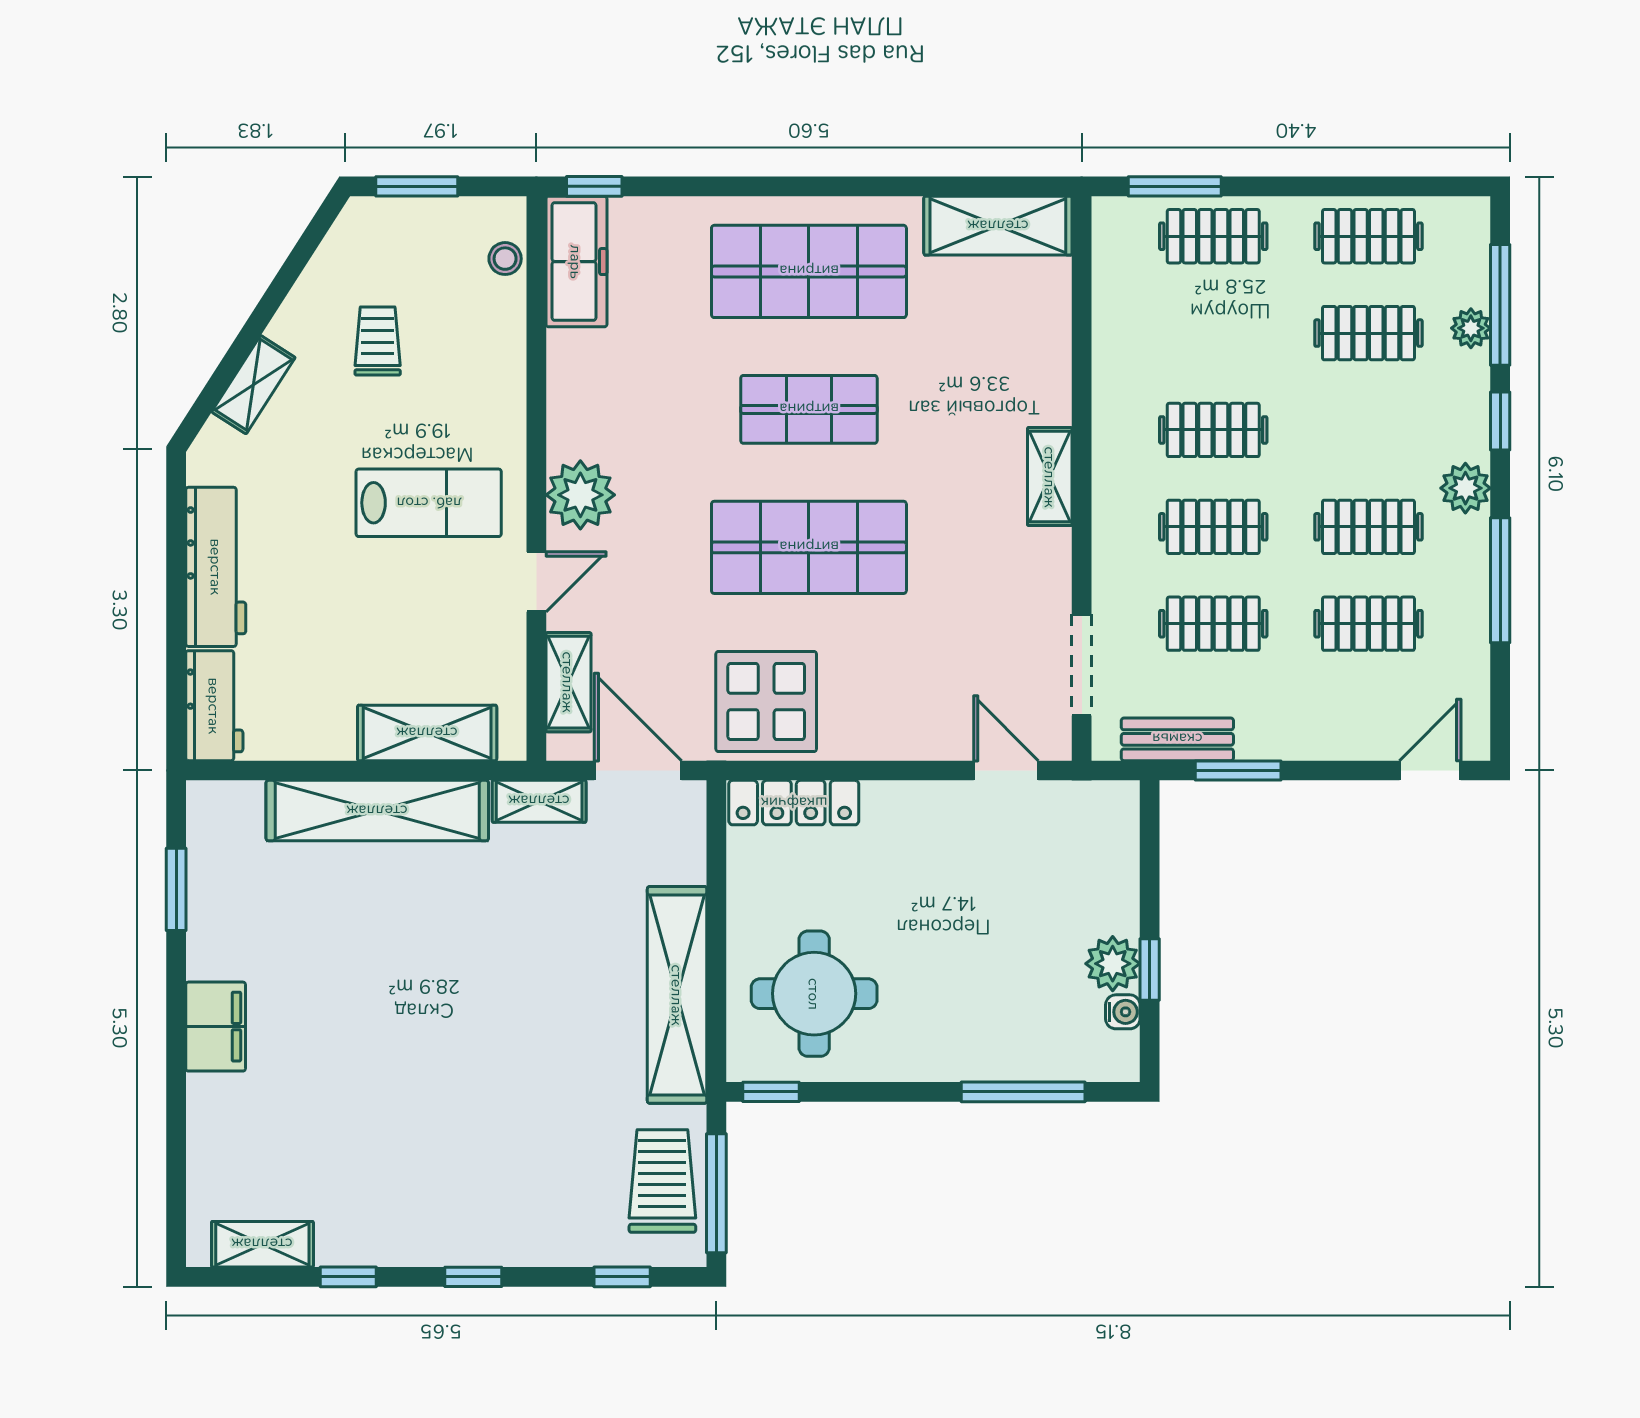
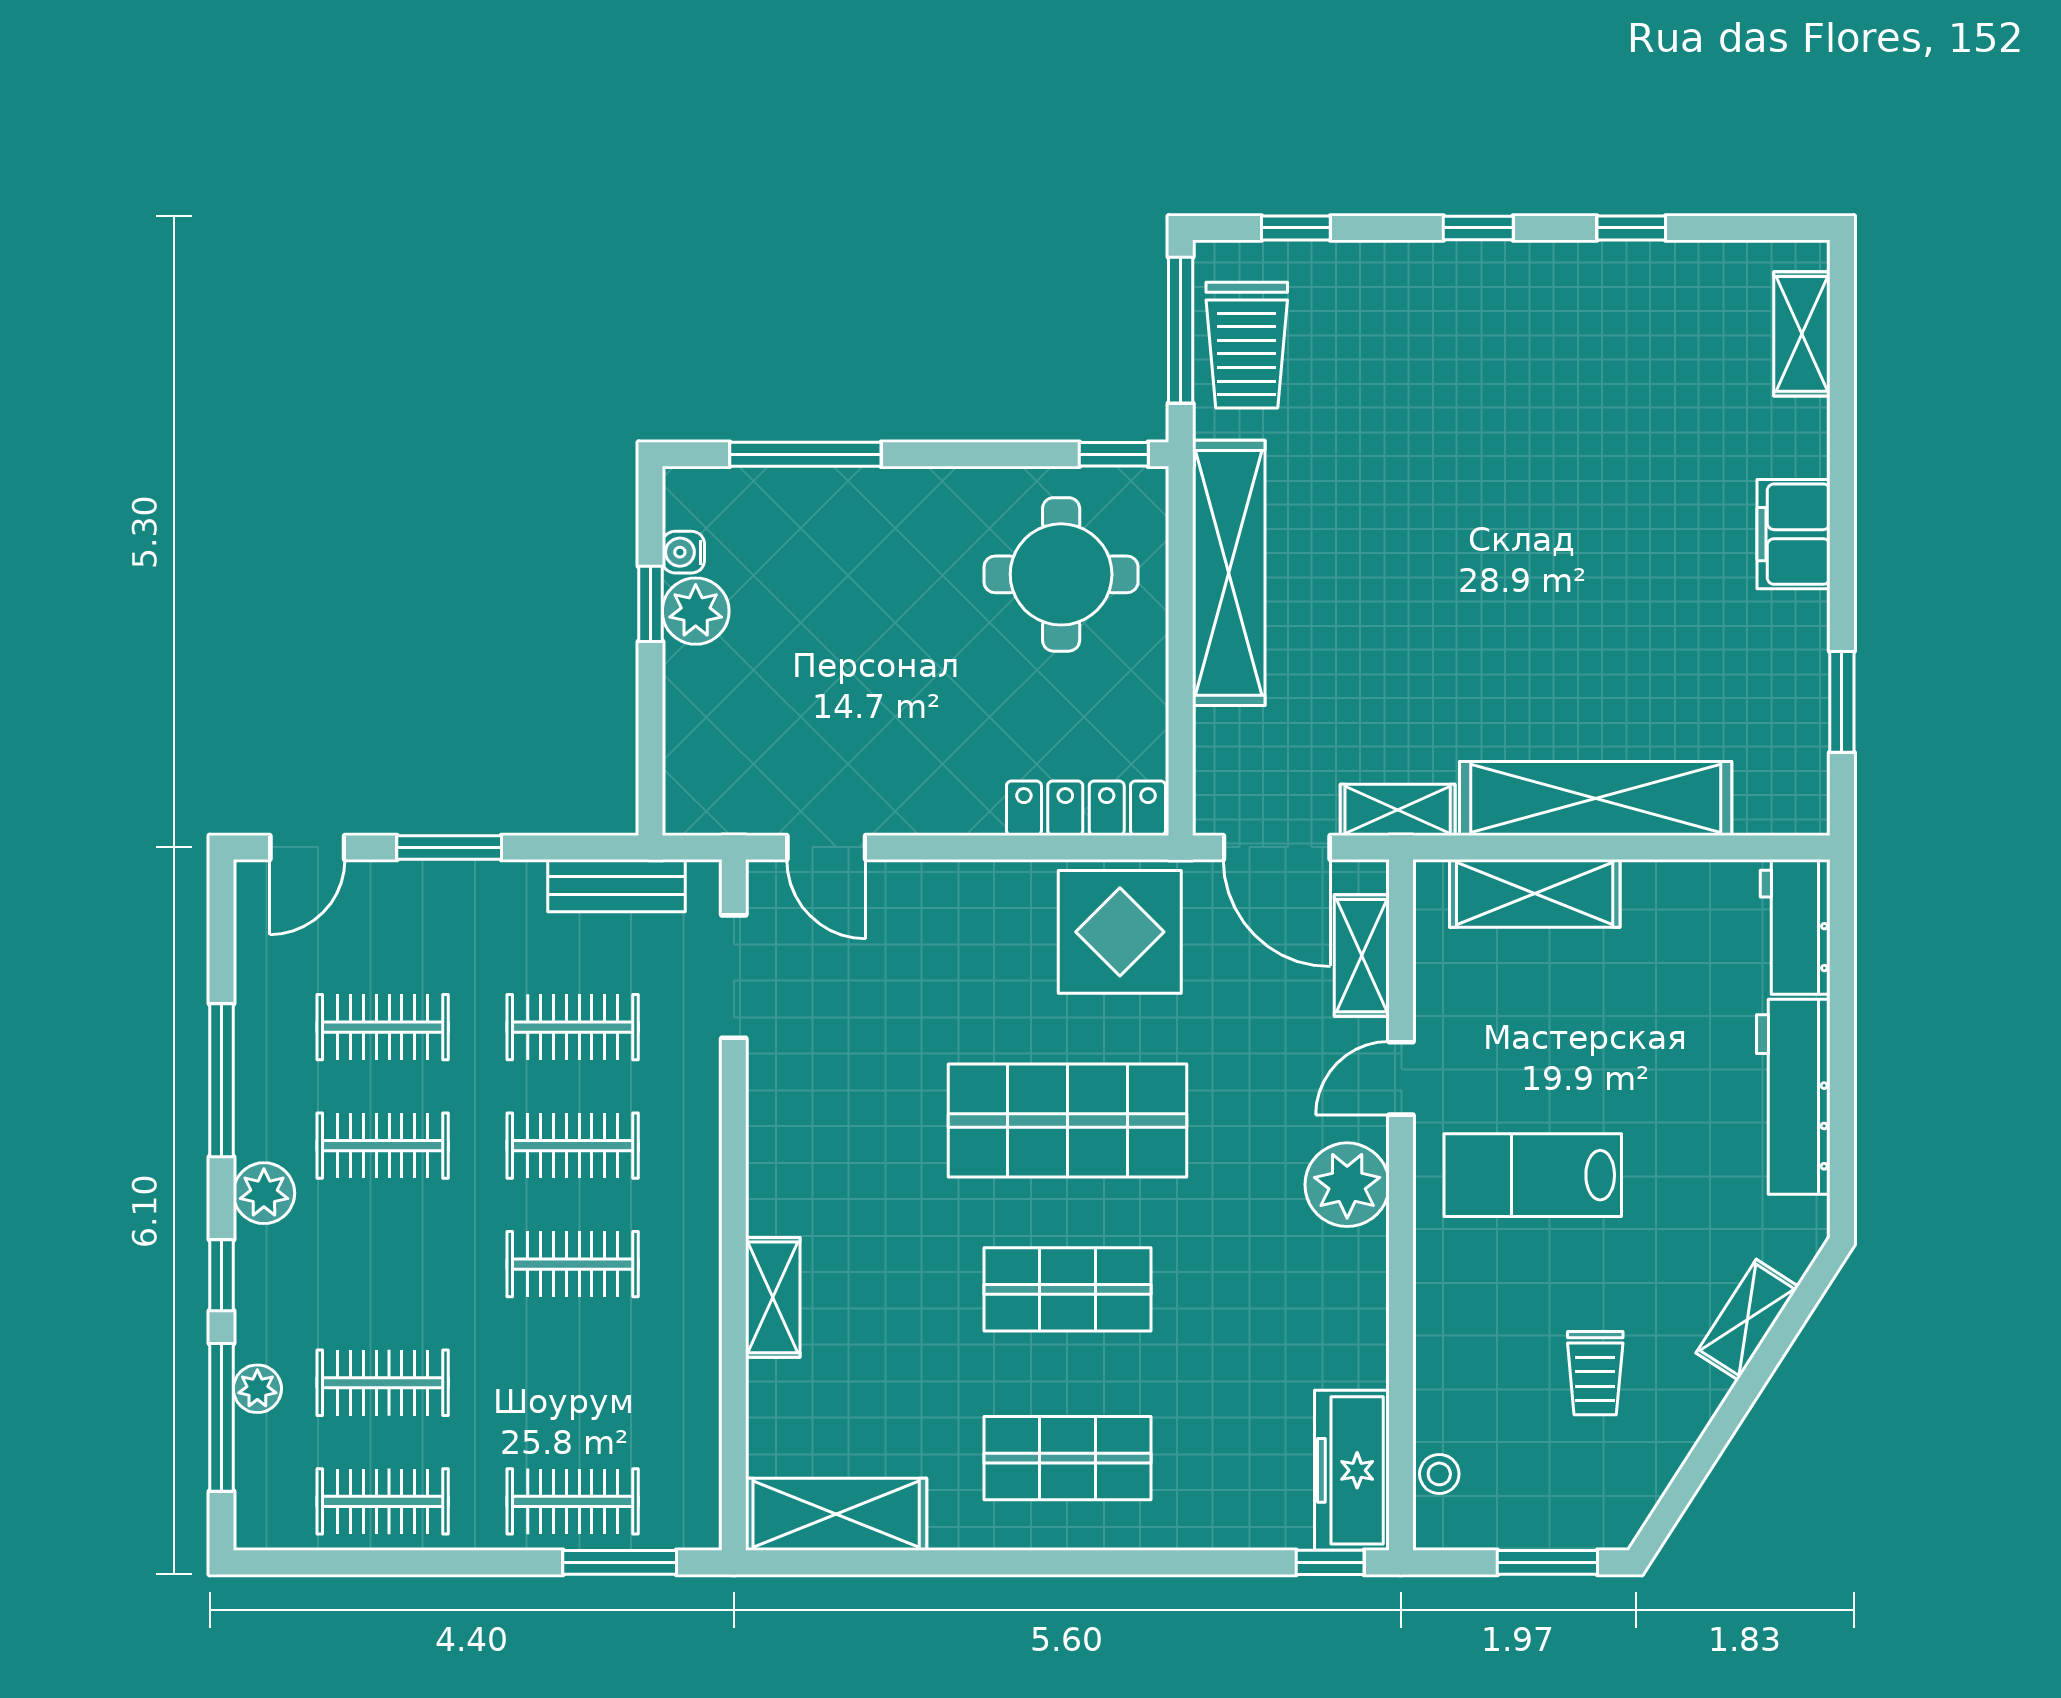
shop shelf: (809, 271) -> (1067, 1458), width x0.70, depth x0.74
shelving: (1050, 477) -> (773, 1297), moved
window: (1238, 770) -> (449, 847), moved
shelving: (262, 1244) -> (1802, 334), moved, turned 90

